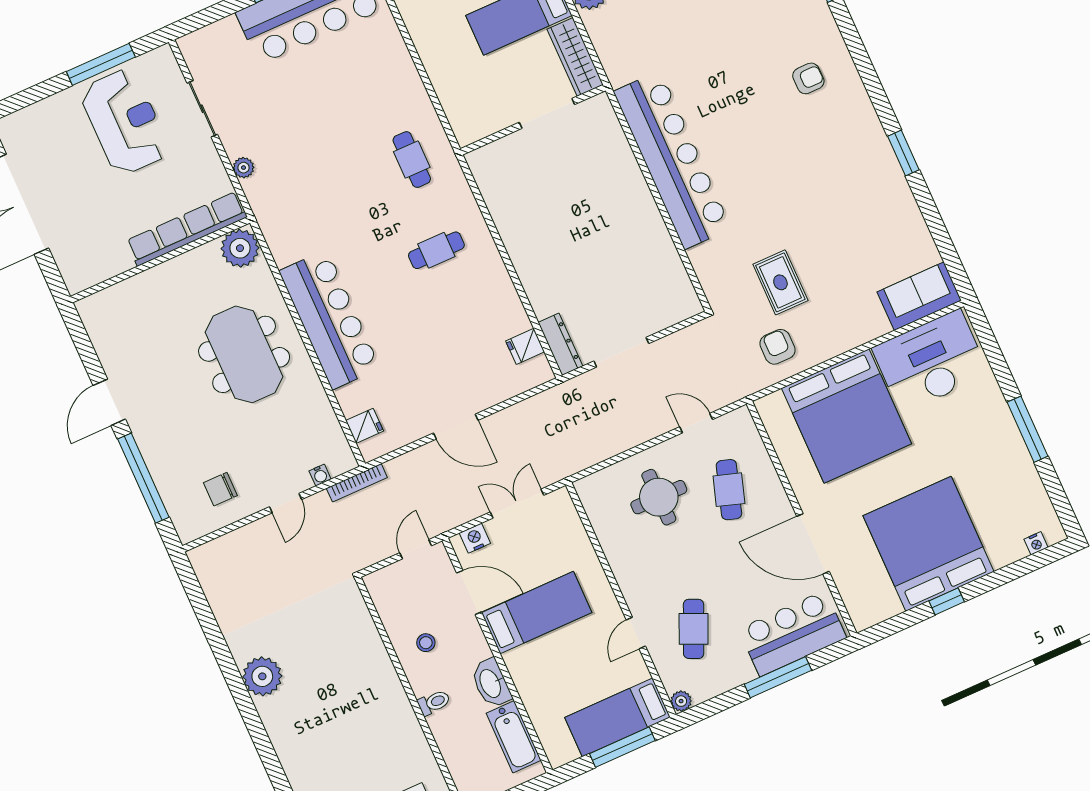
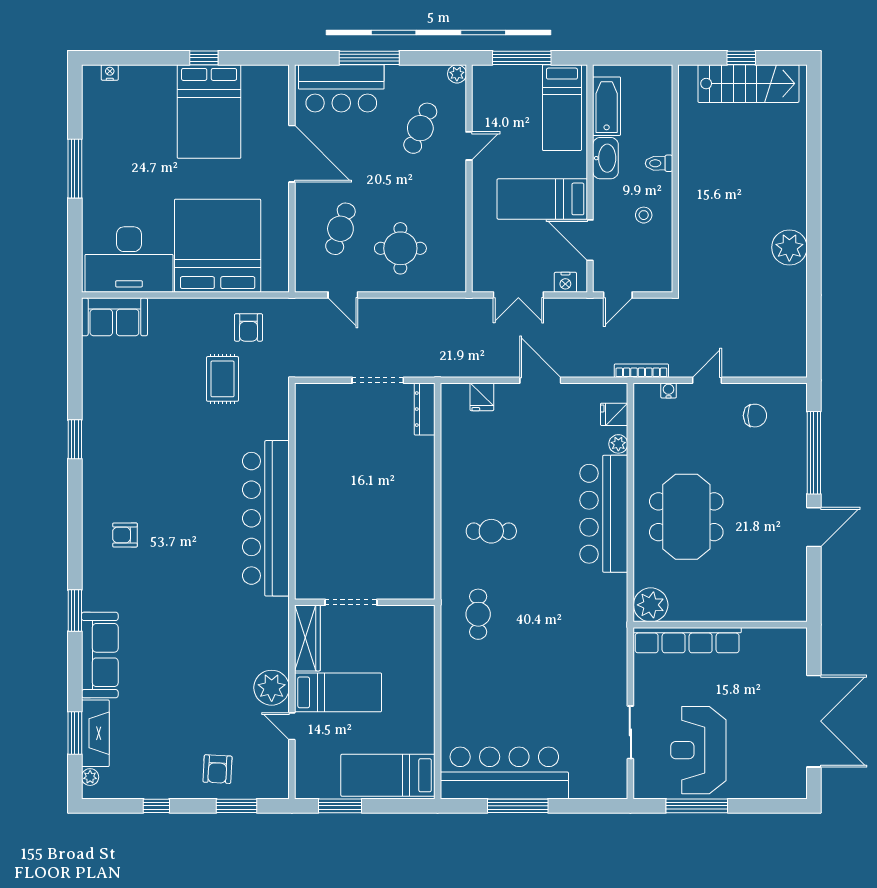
plant: (244, 168) -> (618, 444), moved
fridge: (525, 346) -> (482, 397), moved, turned 90
bed: (928, 544) -> (209, 111), width x0.73
bed: (618, 717) -> (562, 108), moved, turned 90

